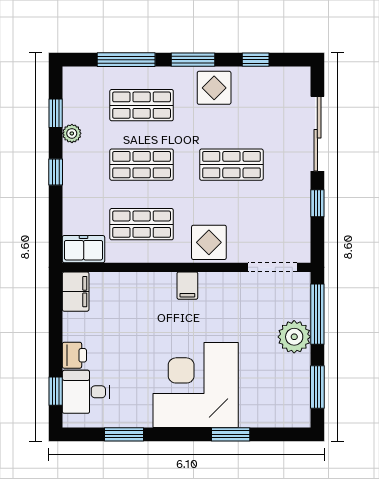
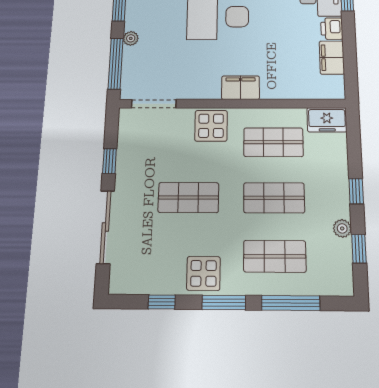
filing cabinet: (187, 286) -> (241, 88), width x2.00
filing cabinet: (76, 292) -> (332, 58), moved
plant: (294, 337) -> (131, 38), width x0.53, depth x0.53

